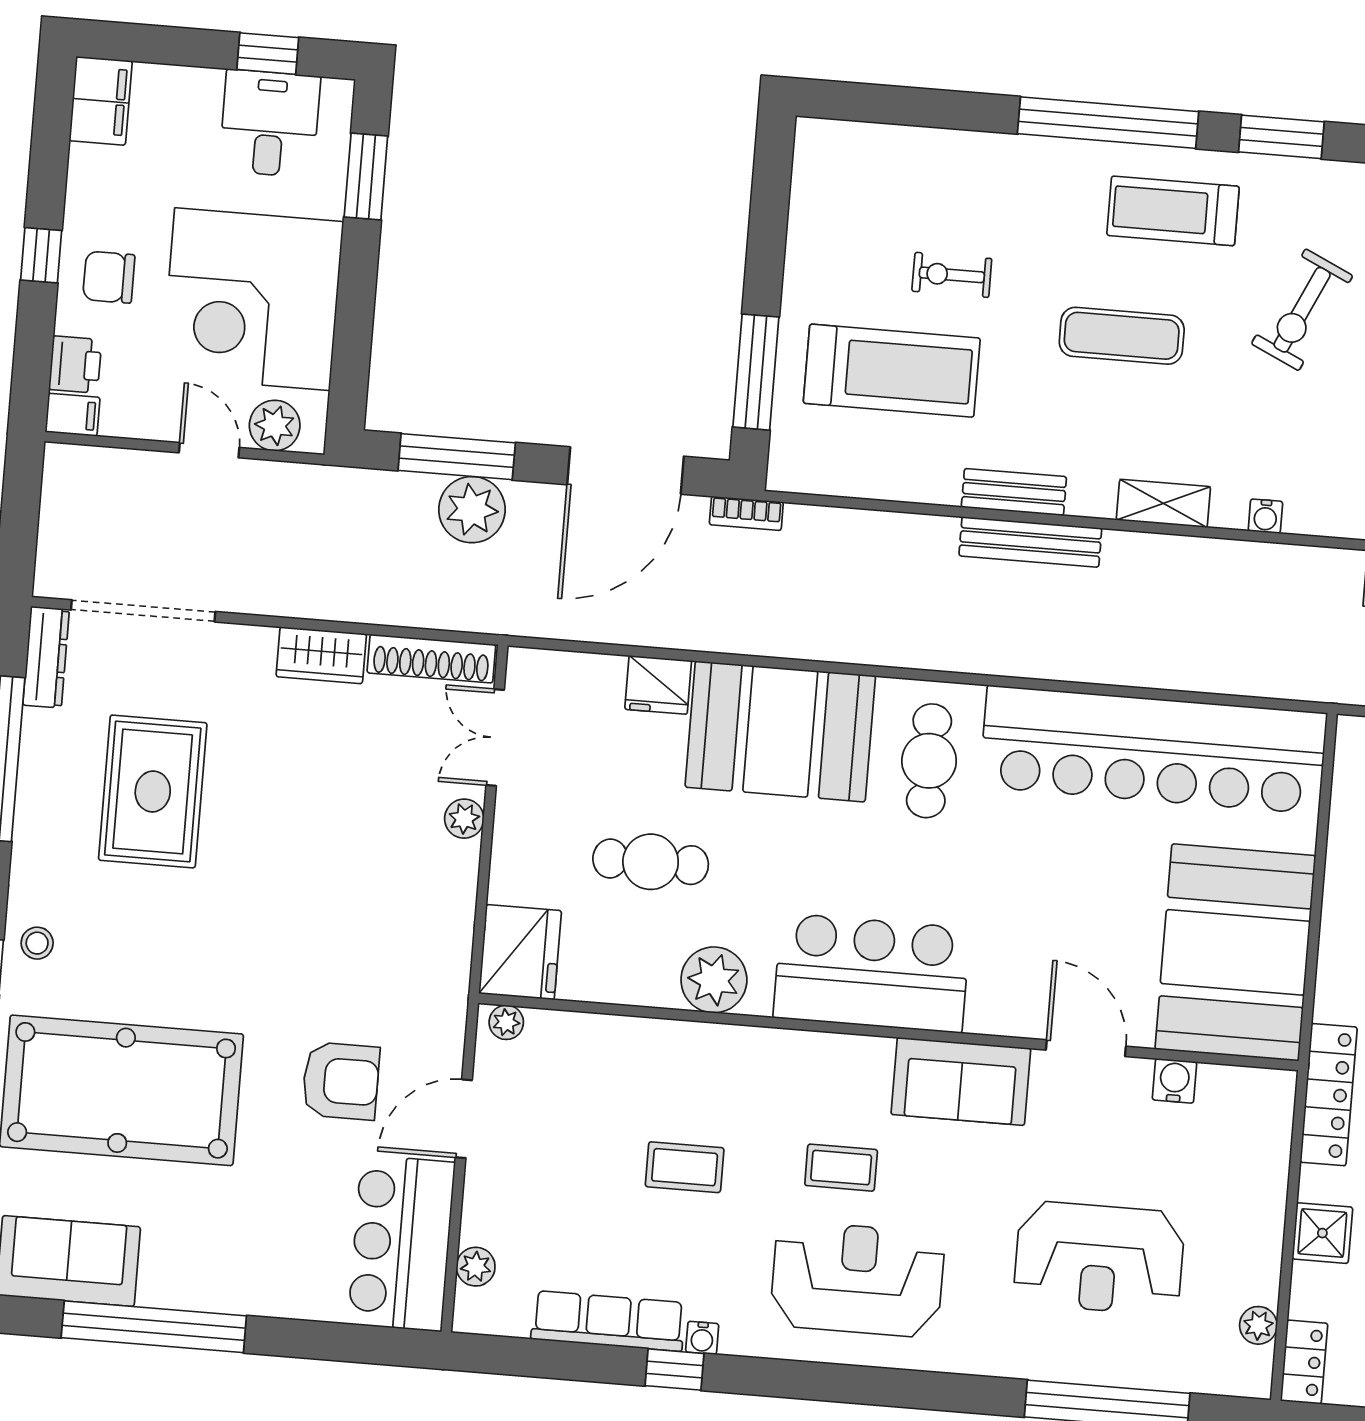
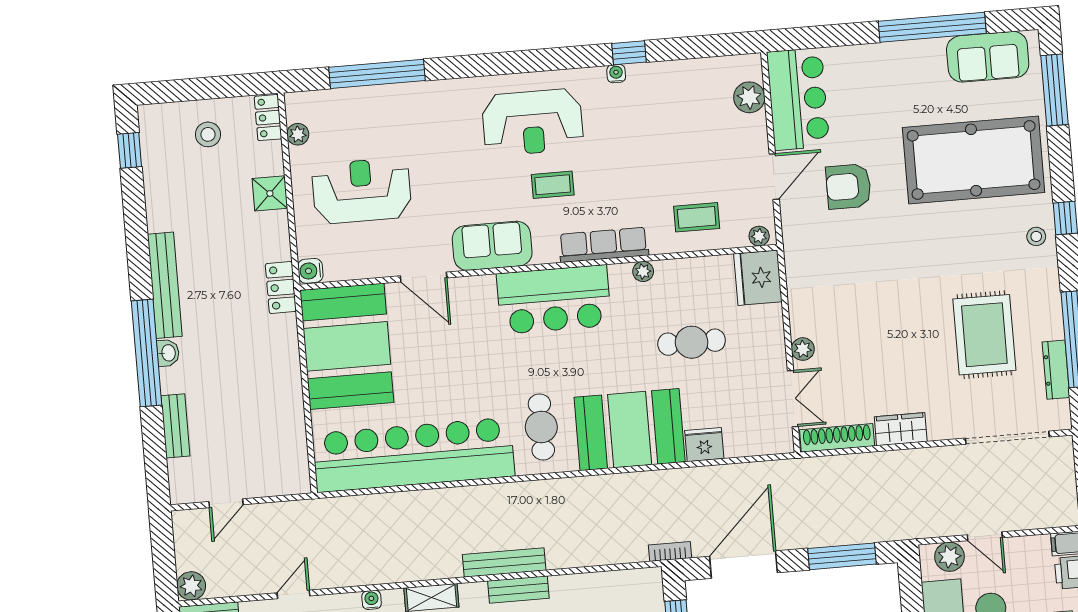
plant: (472, 510) -> (828, 527), removed
dresser: (46, 657) -> (1056, 370), moved
plant: (714, 980) -> (643, 271), width x0.53, depth x0.53
water cooler: (1175, 1081) -> (310, 271), moved, turned 90
locker: (1329, 1095) -> (281, 288), width x0.66
coffee table: (685, 1167) -> (697, 217), moved
reception desk: (1099, 1258) -> (362, 191), moved
plant: (476, 1267) -> (749, 97), width x1.38, depth x1.38
row of seats: (608, 1321) -> (604, 245), moved, turned 180

